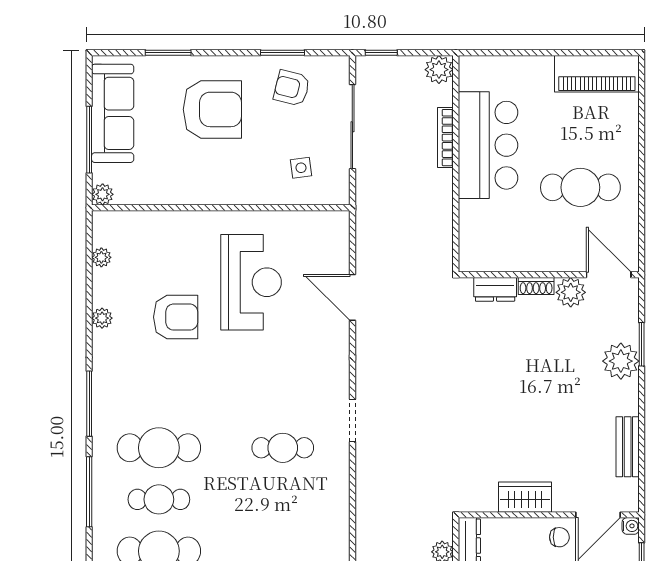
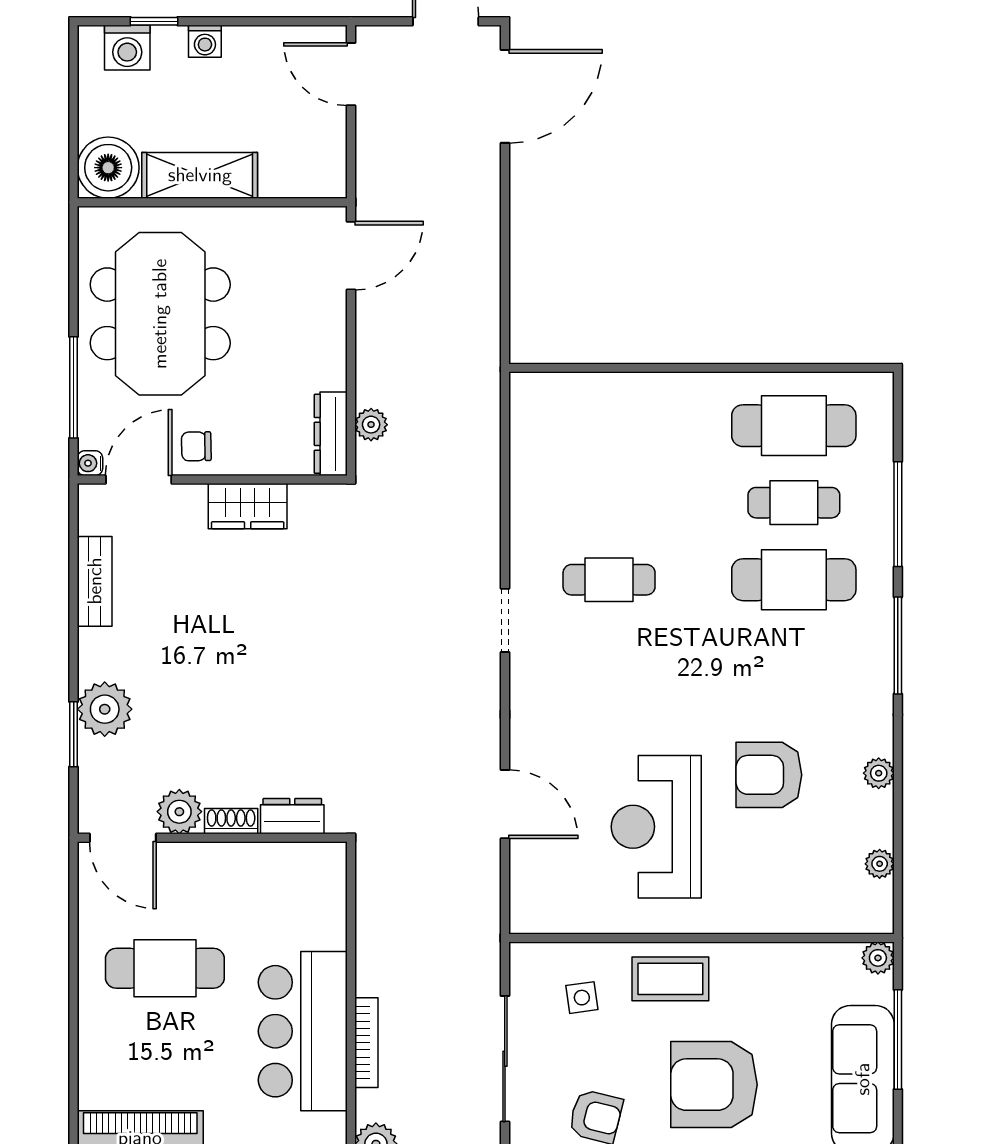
coffee table: (242, 180) -> (670, 979), added

